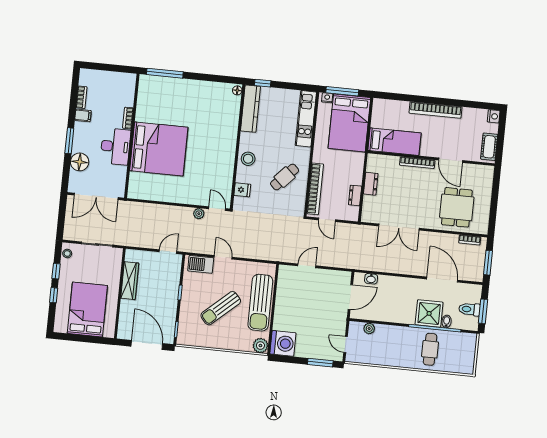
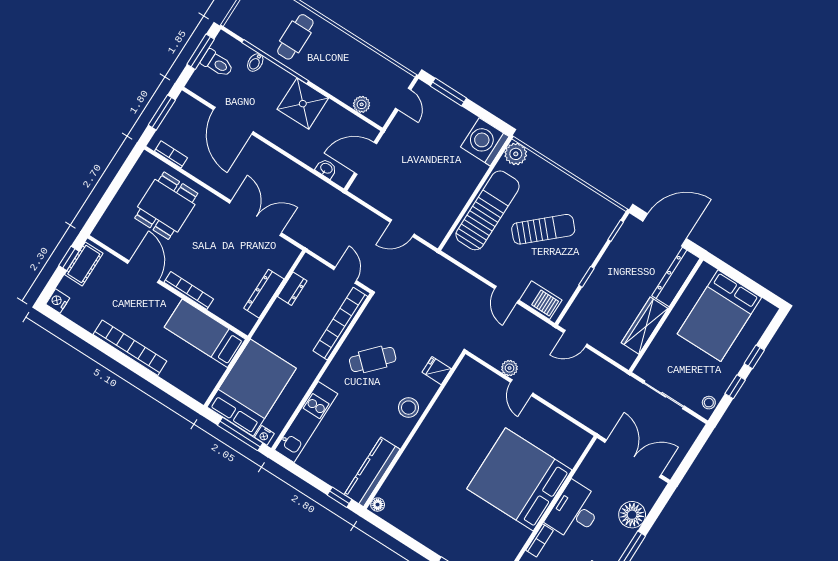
window: (500, 146) -> (69, 258), added
dresser: (371, 184) -> (264, 294), width x1.44
door: (217, 209) -> (522, 388), moved
shower: (429, 313) -> (303, 104), moved
dresser: (126, 320) -> (676, 277), added
door: (147, 345) -> (665, 230), swing flipped

